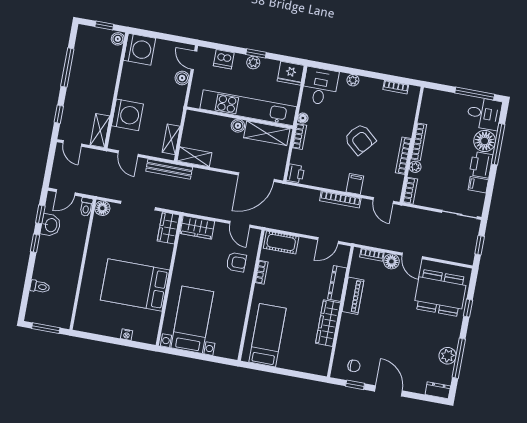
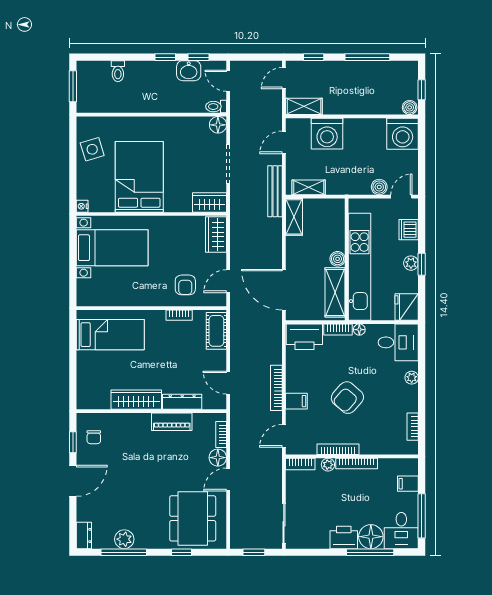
printer: (295, 173) -> (304, 337), width x1.87, depth x1.48
filing cabinet: (478, 185) -> (408, 484), moved, turned -90
side table: (104, 321) -> (92, 149), added
nightstand: (127, 335) -> (82, 206), moved

